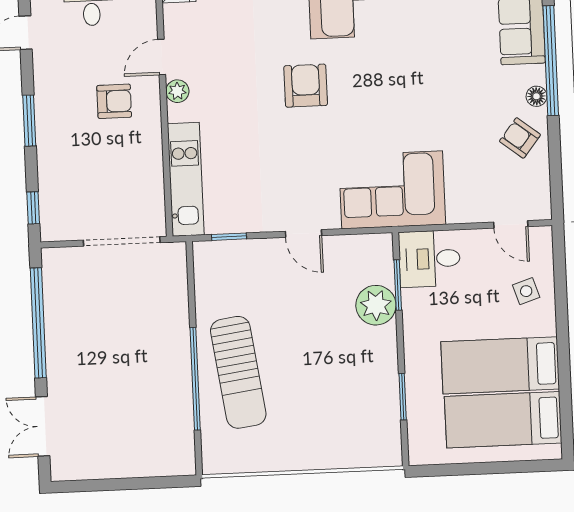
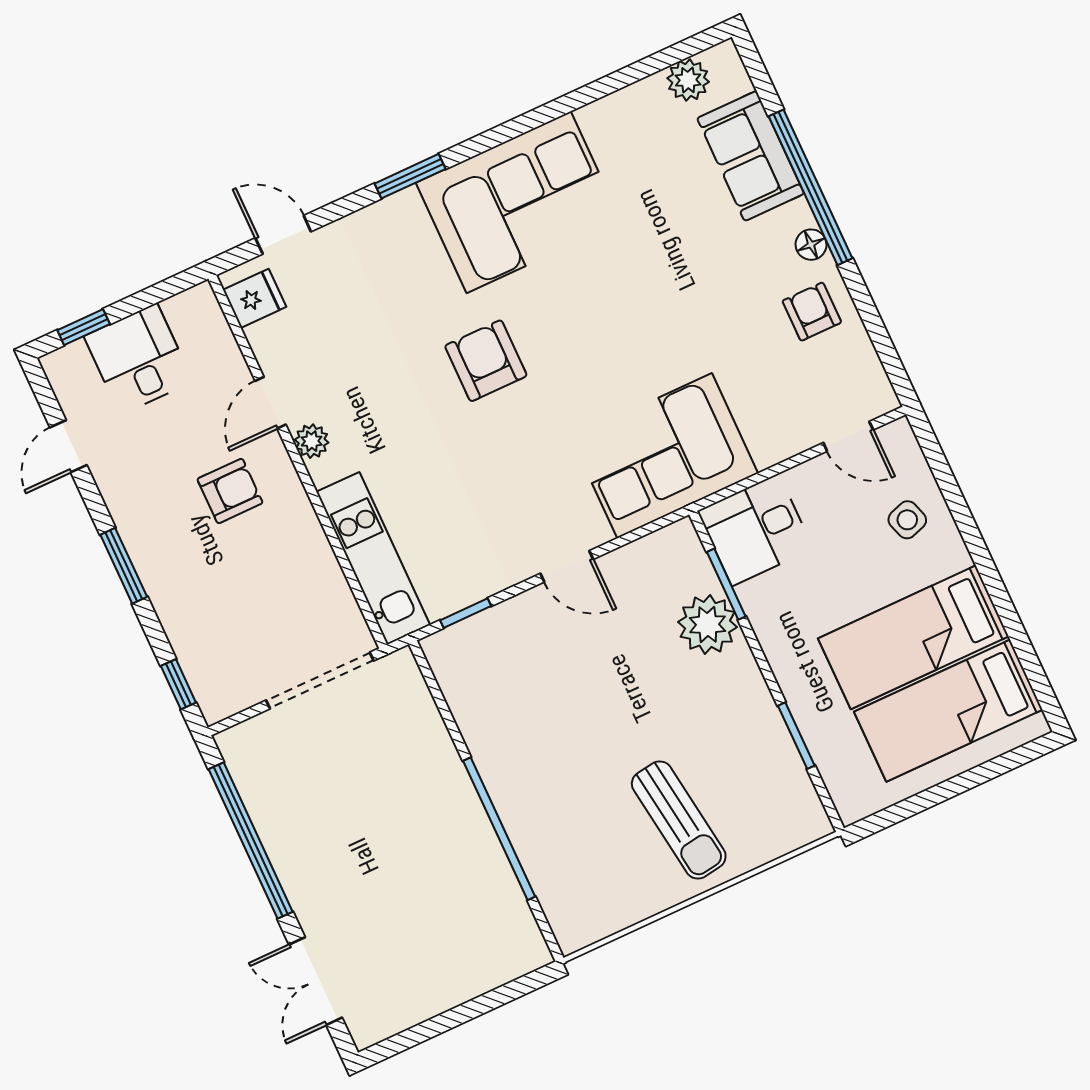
armchair: (520, 138) -> (812, 312), turned 52
sun lounger: (238, 372) -> (679, 820), moved, width x0.73, depth x0.75

